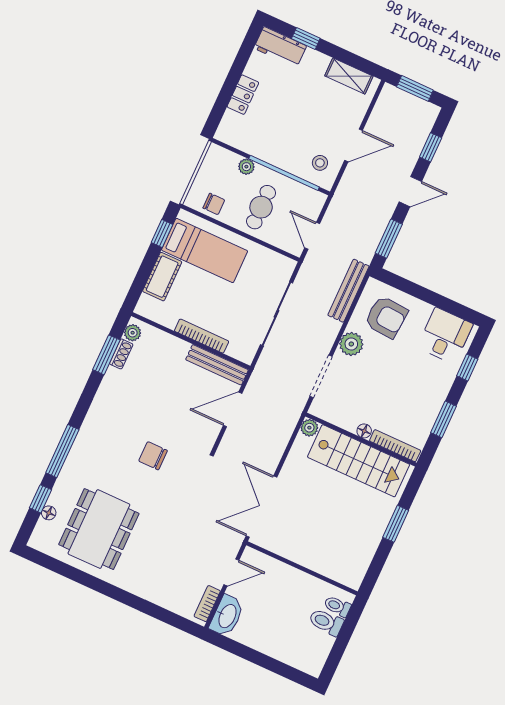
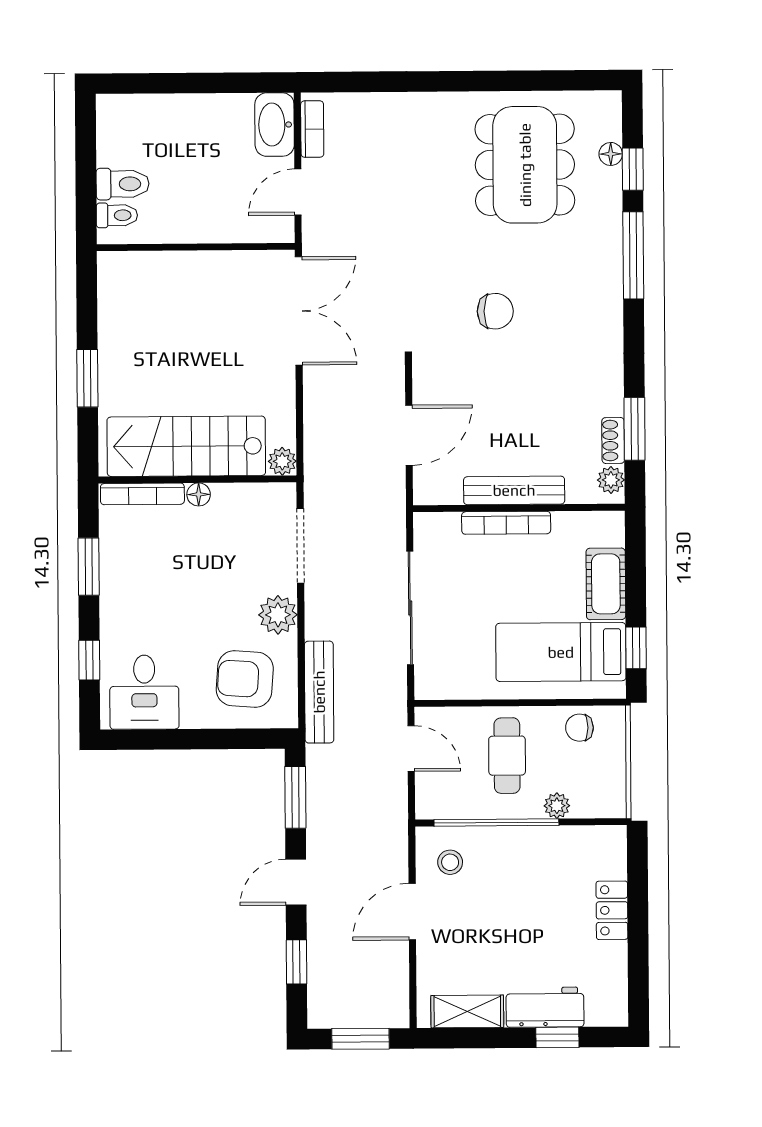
workbench: (280, 47) -> (545, 1007), moved
bench: (217, 365) -> (514, 490), moved

